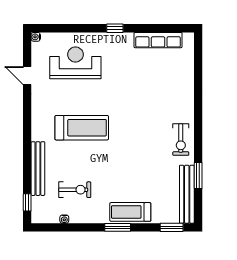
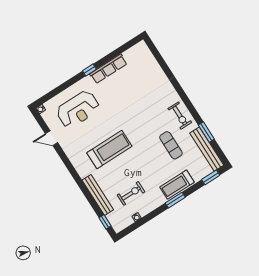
row of seats: (158, 40) -> (108, 69), moved
reception desk: (75, 63) -> (78, 109), turned 180
exercise mat: (151, 165) -> (171, 145), added

